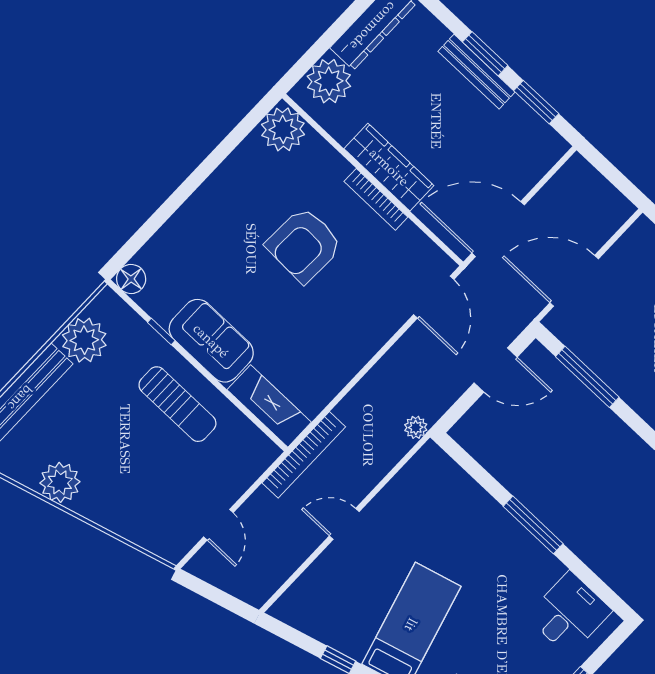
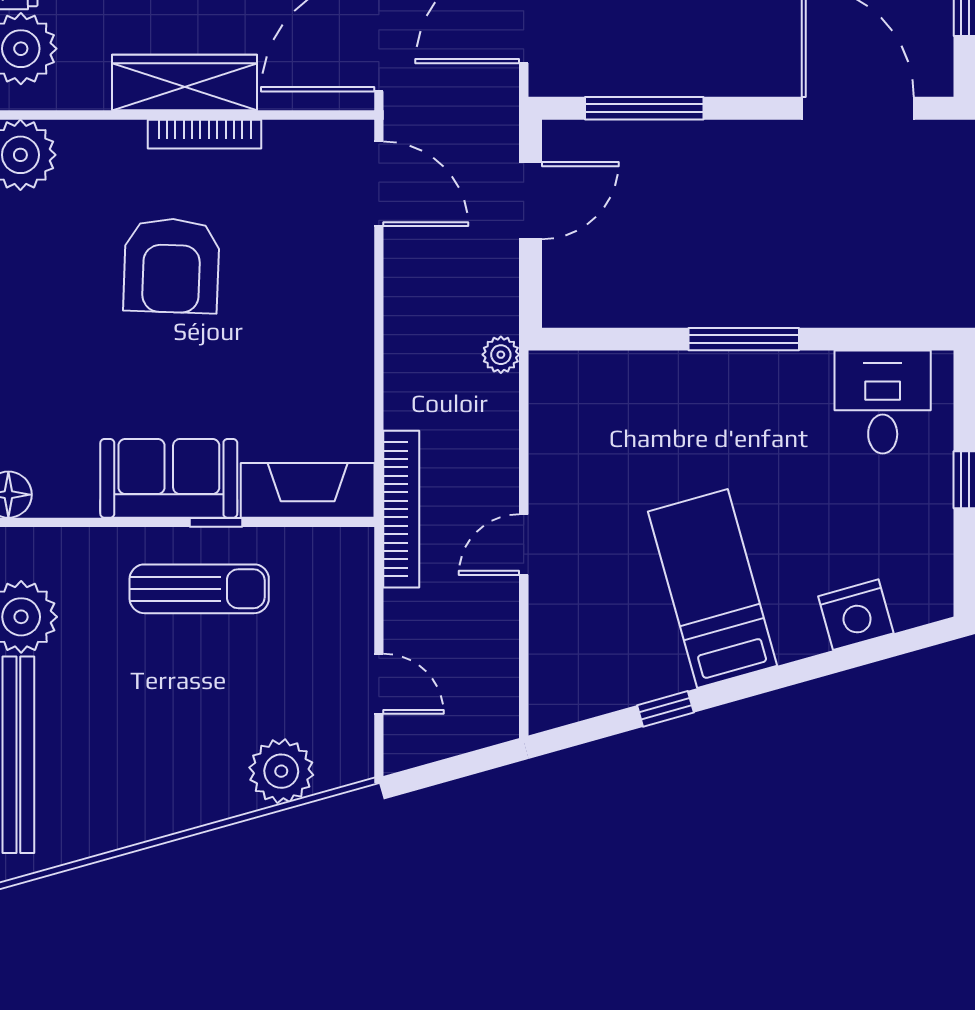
window: (161, 332) -> (216, 522), moved
plant: (60, 482) -> (281, 771), moved

